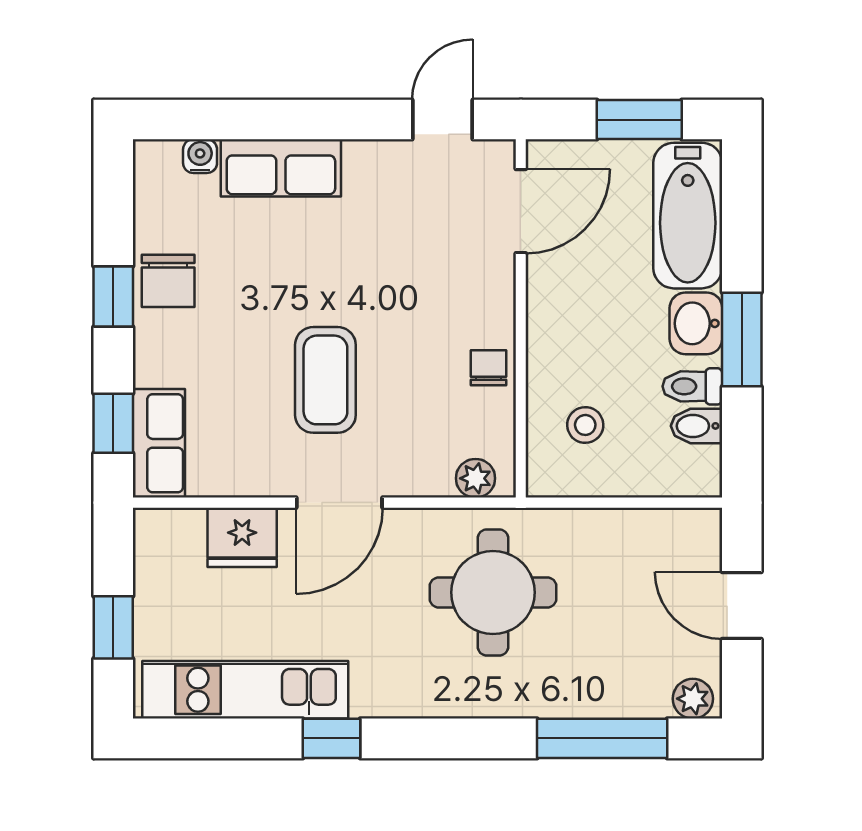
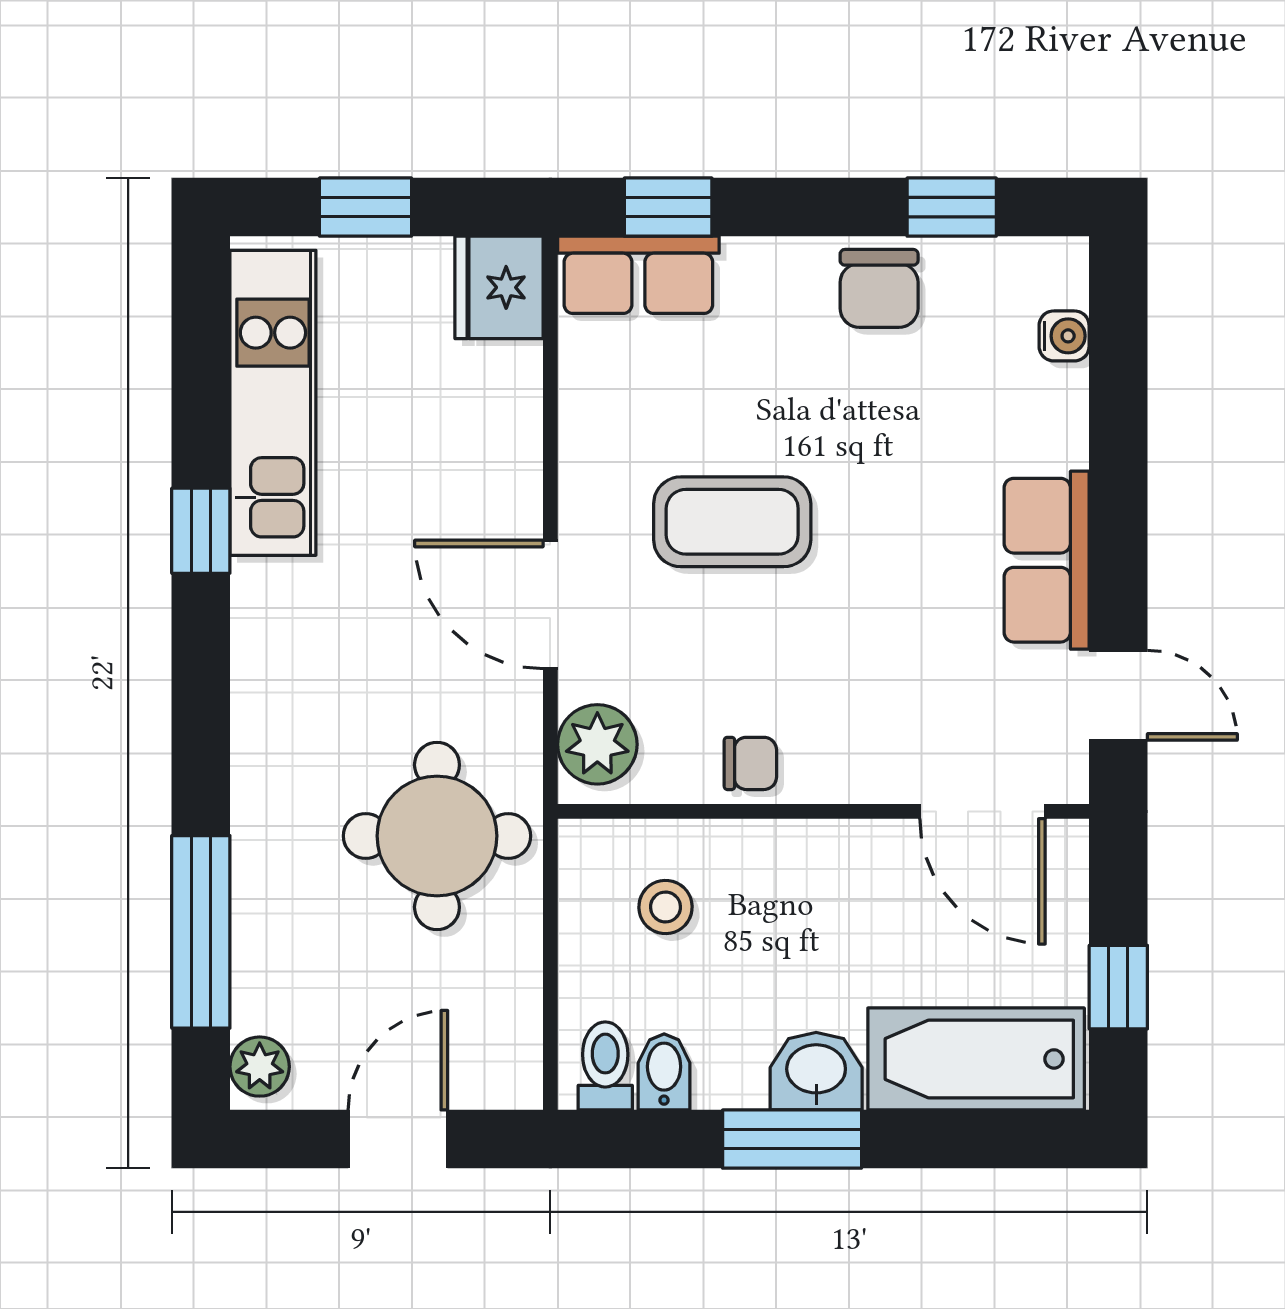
window: (639, 120) -> (1118, 987), width x0.67
row of seats: (281, 168) -> (1047, 560), moved
chair: (168, 281) -> (879, 288), turned -90
window: (113, 297) -> (952, 207), moved
toilet: (692, 386) -> (605, 1066), moved
plant: (476, 478) -> (597, 744), width x1.38, depth x1.38
door: (339, 503) -> (550, 604), moved
fridge: (242, 537) -> (499, 287), moved
round table: (493, 592) -> (437, 836), moved

